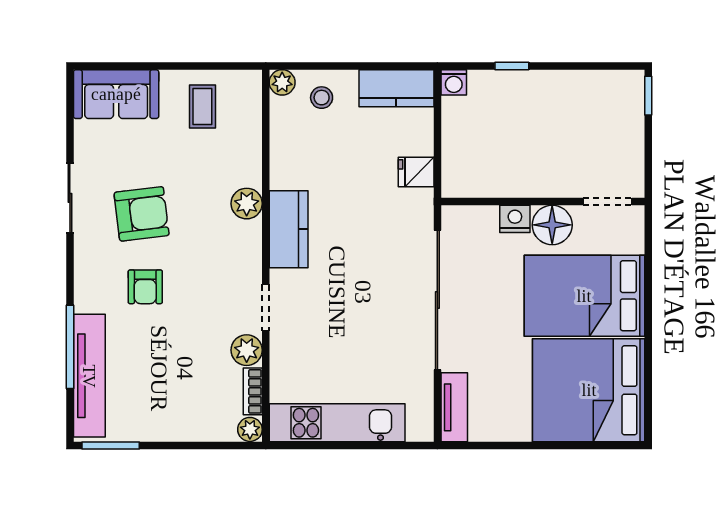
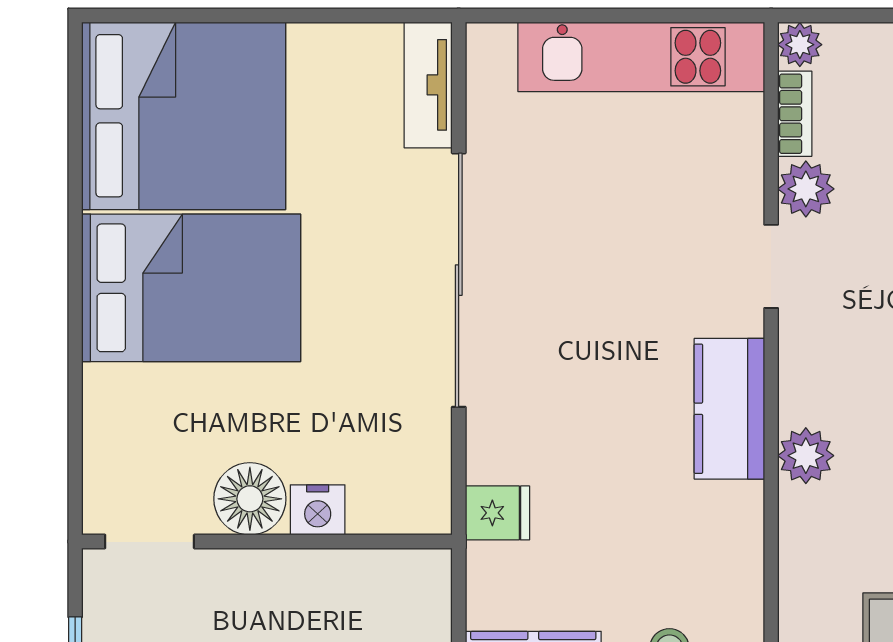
wall: (543, 201) -> (267, 542), moved
doorway: (607, 201) -> (150, 542), moved
nightstand: (515, 219) -> (318, 510), moved
floor lamp: (552, 225) -> (250, 499), moved

